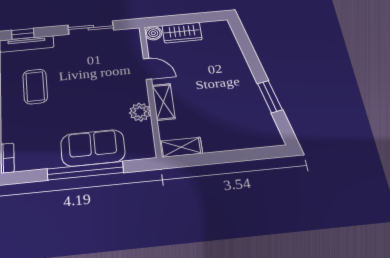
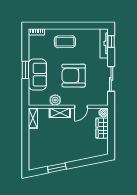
coffee table: (35, 86) -> (65, 42), moved
armchair: (90, 86) -> (74, 76), added
window: (85, 171) -> (25, 70), width x0.47

